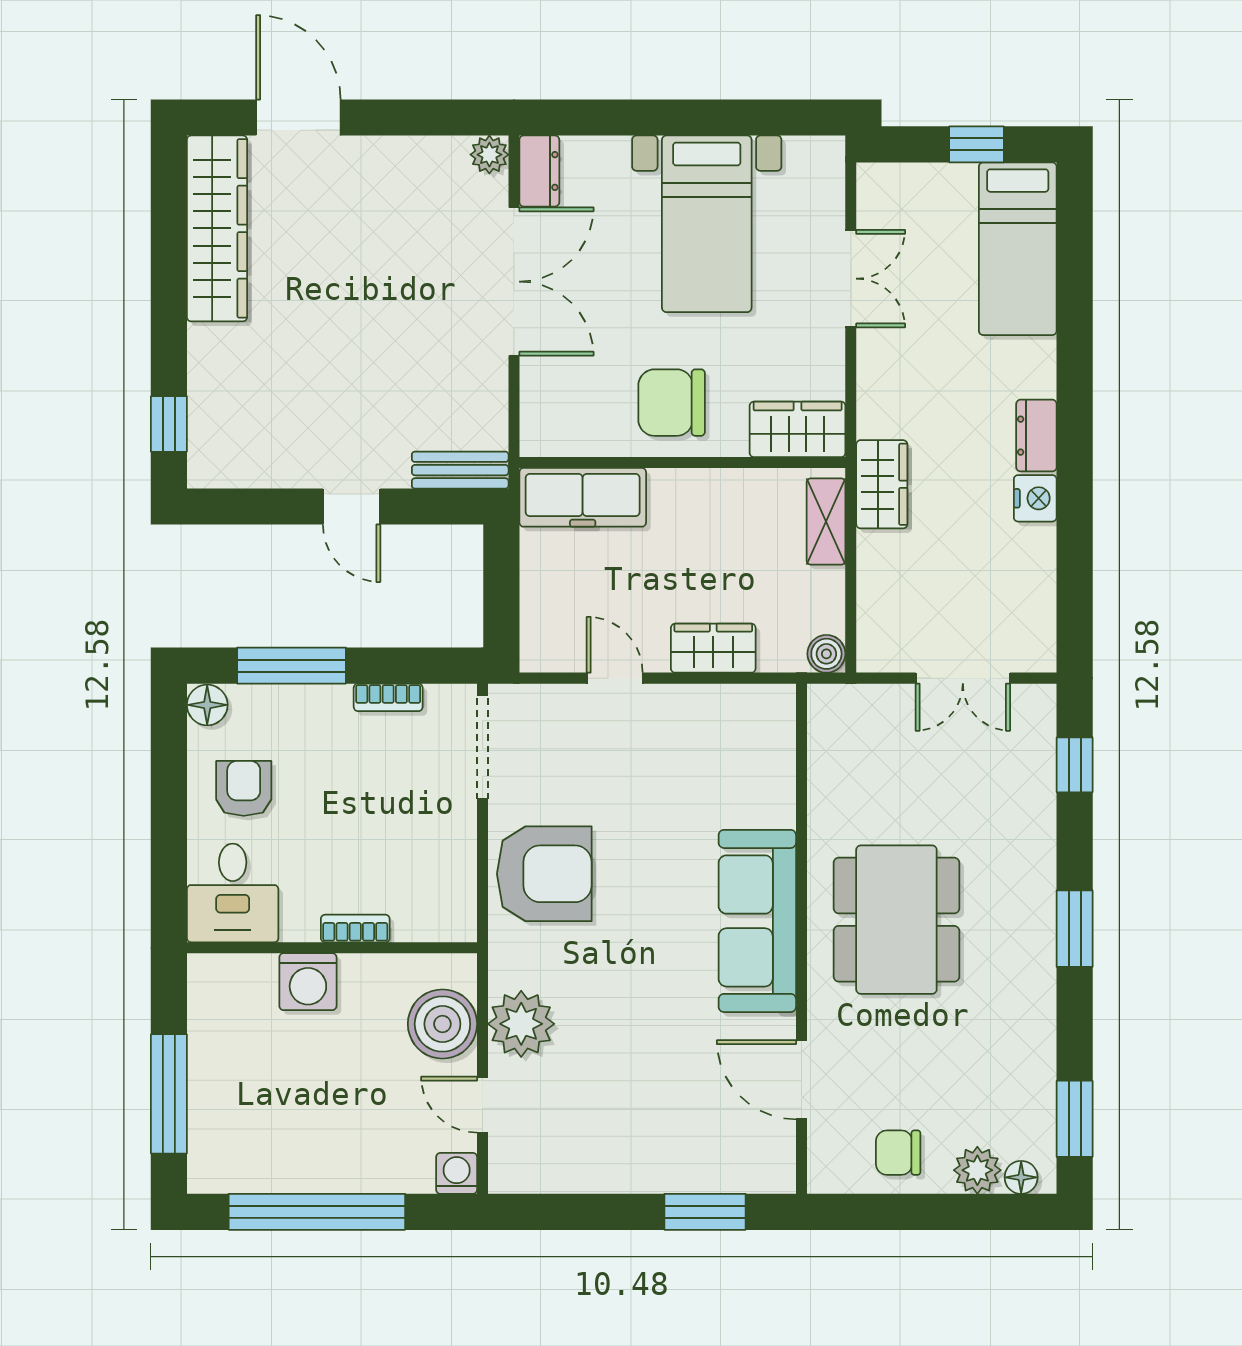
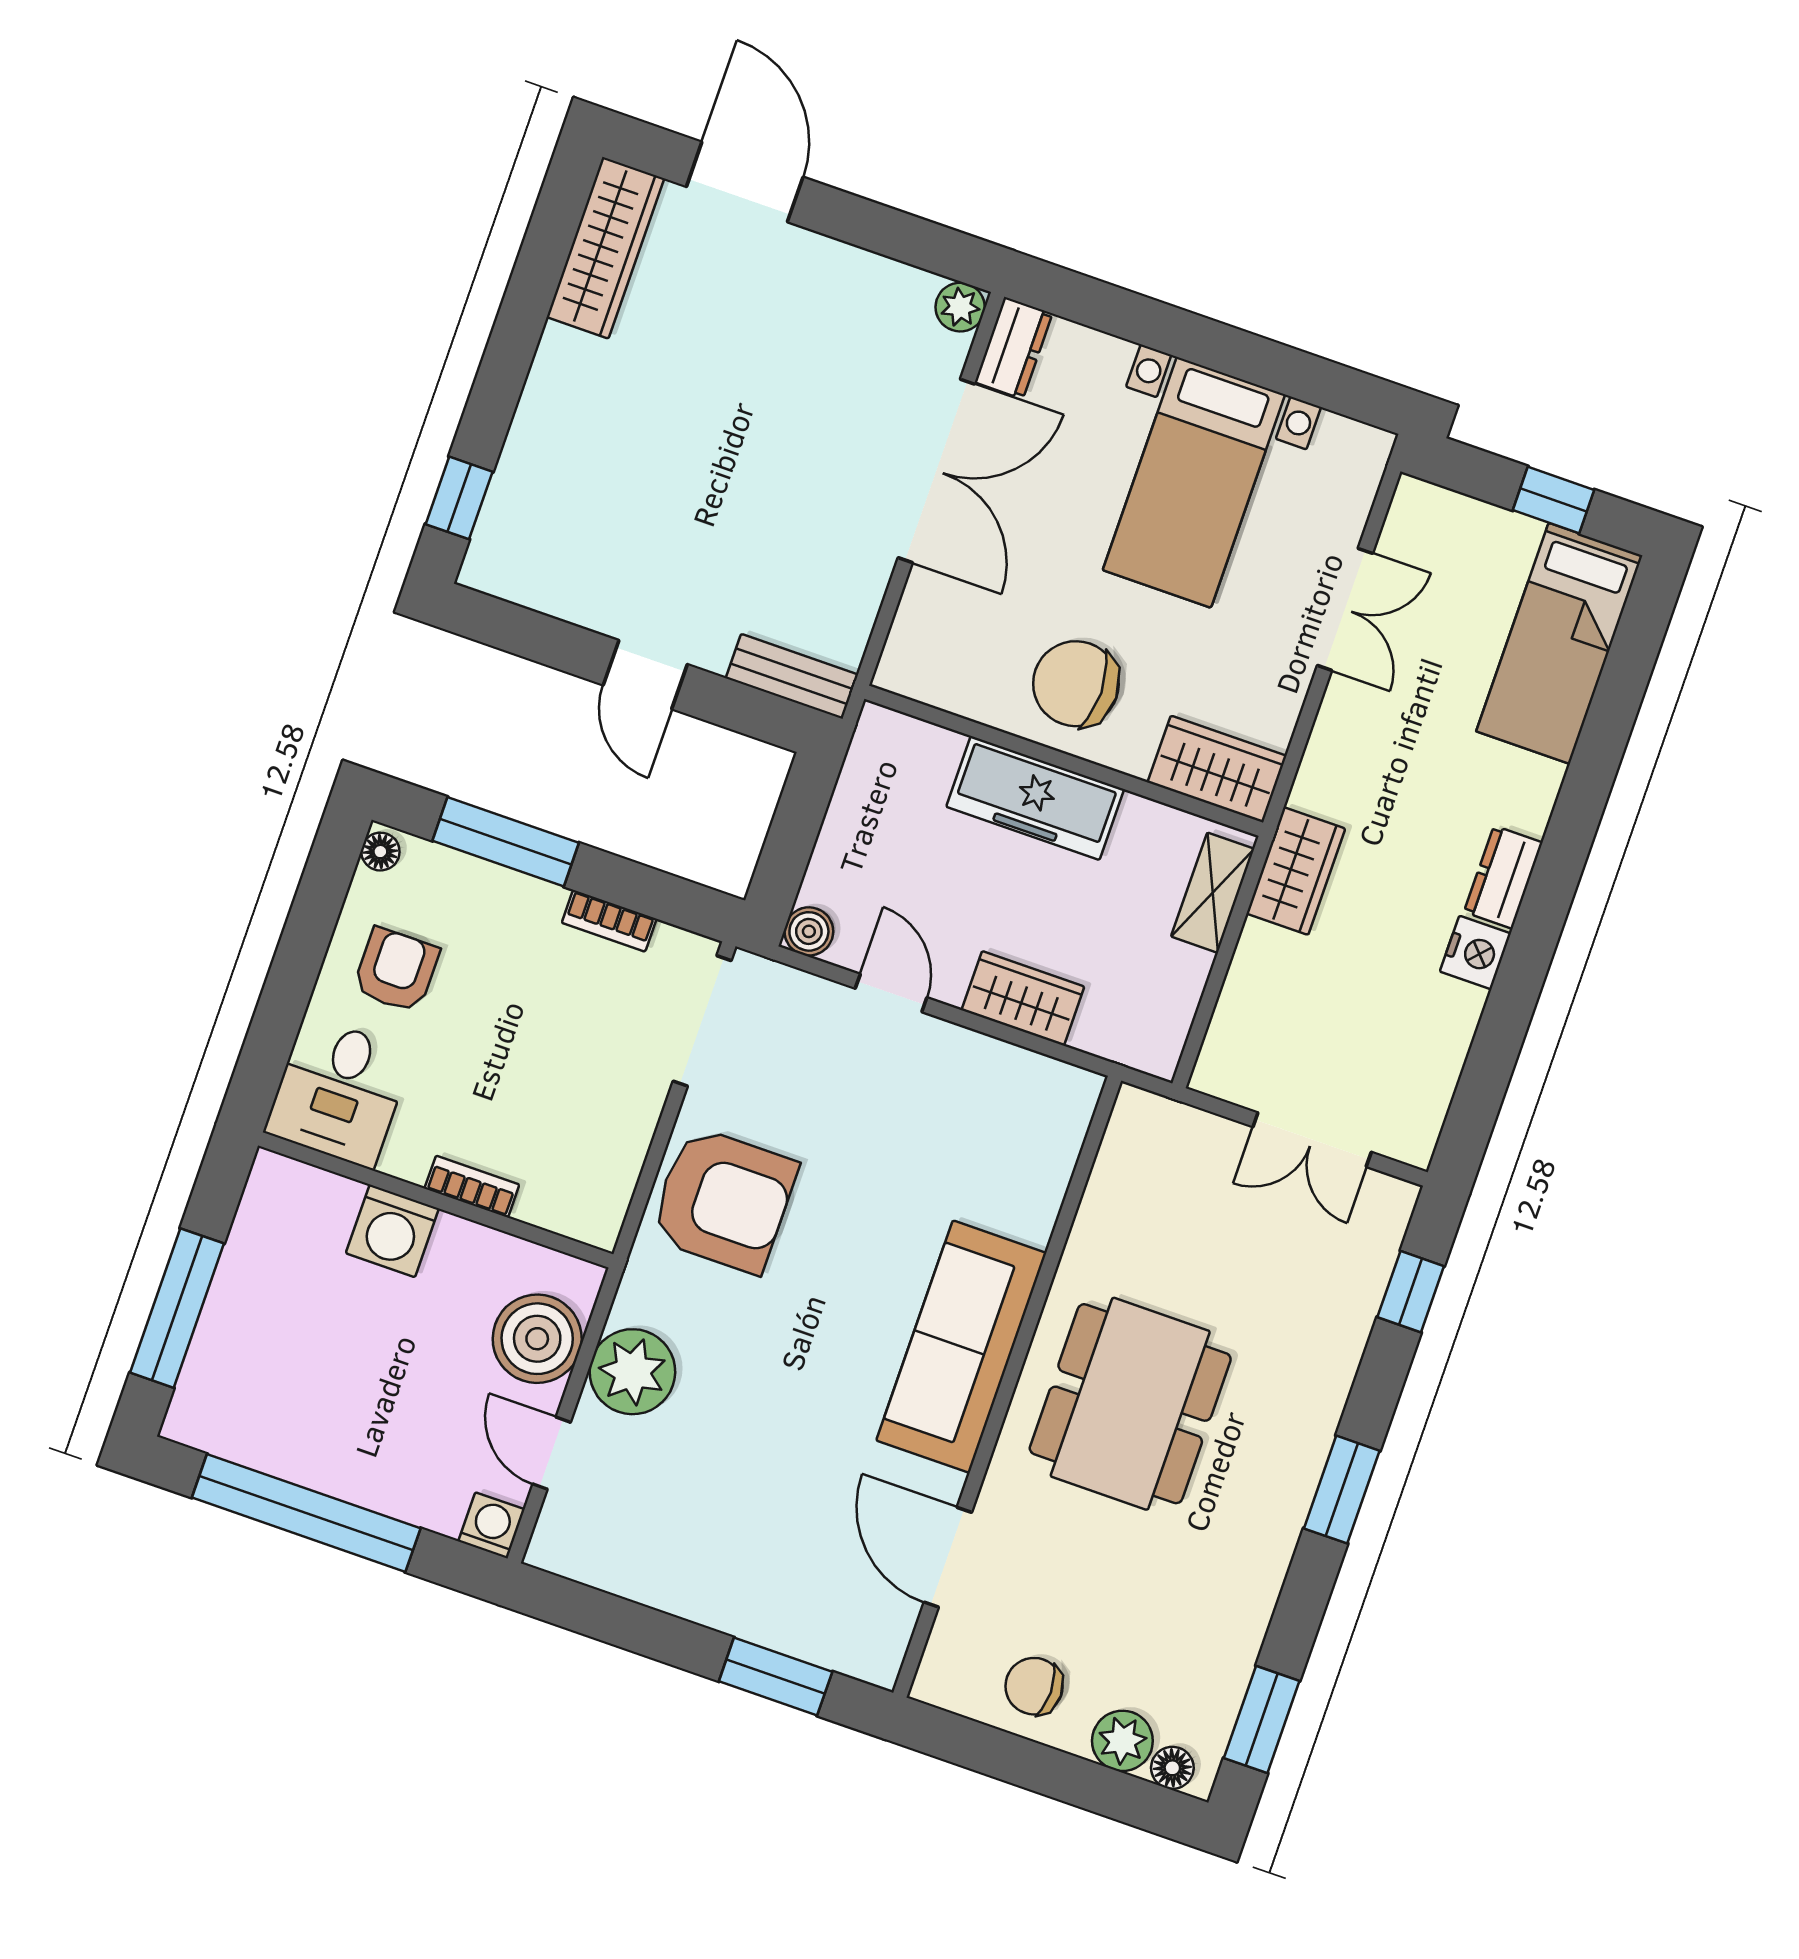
wardrobe: (217, 228) -> (605, 248), width x0.71, depth x0.85
freezer: (583, 497) -> (1035, 798), moved
boiler: (826, 654) -> (809, 931), moved
floor lamp: (207, 705) -> (380, 852), width x0.73, depth x0.73

